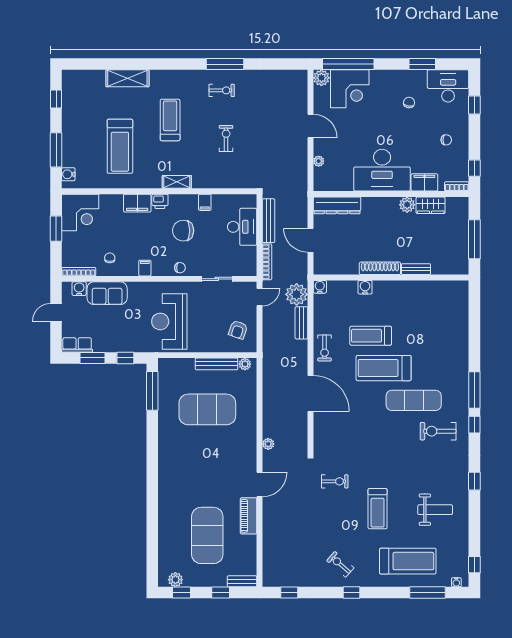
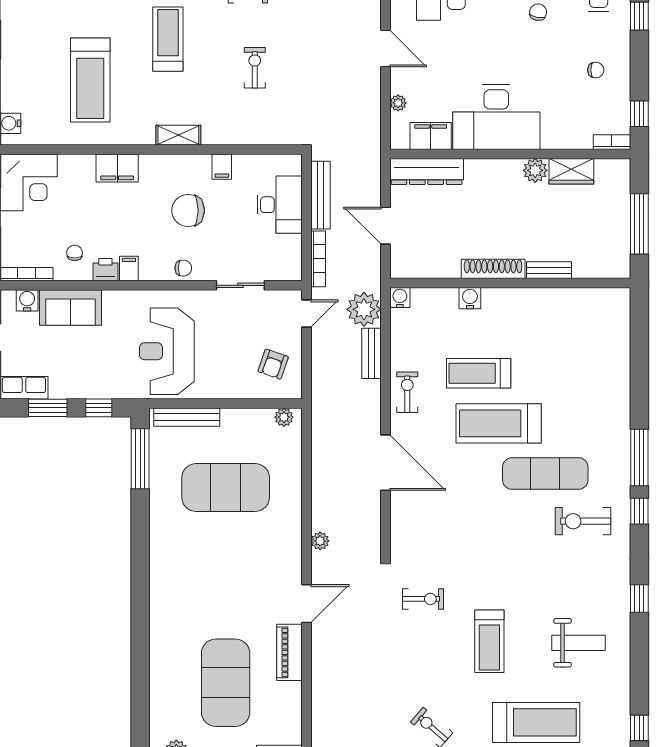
filing cabinet: (424, 182) -> (431, 136), moved
printer: (160, 201) -> (105, 270), moved, turned 180
exercise bike: (325, 348) -> (407, 392), turned 180
bench: (217, 364) -> (187, 417), moved

